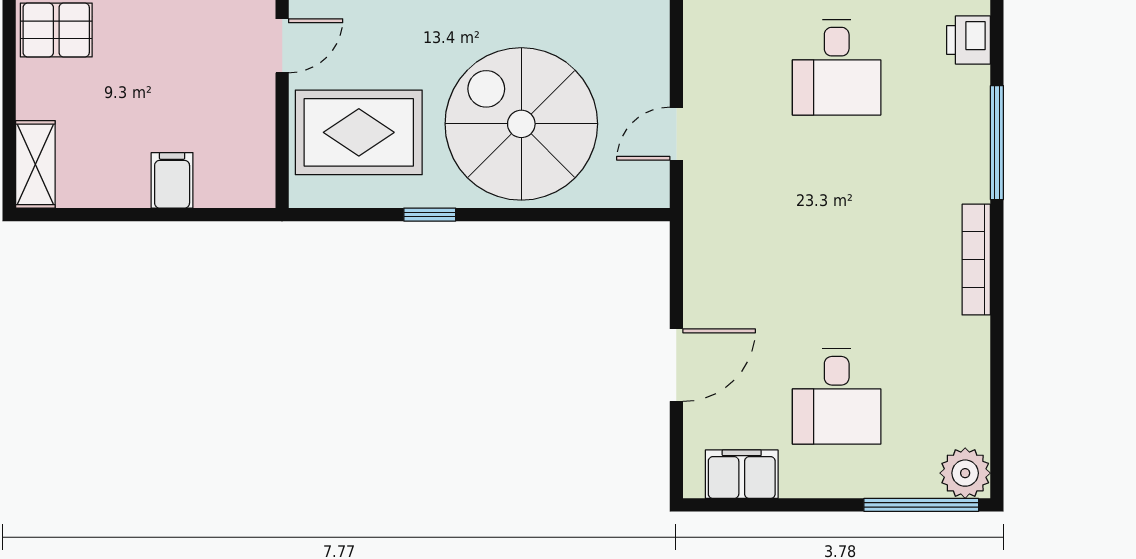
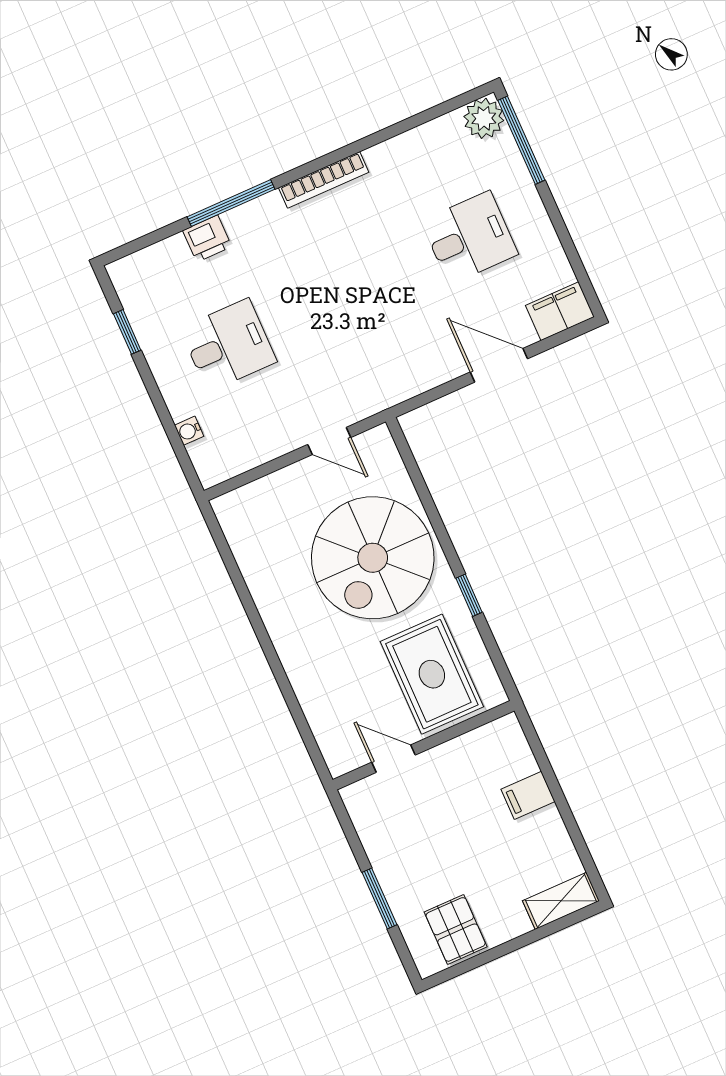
printer: (969, 40) -> (207, 239), moved
filing cabinet: (742, 474) -> (560, 311), moved, turned 90

